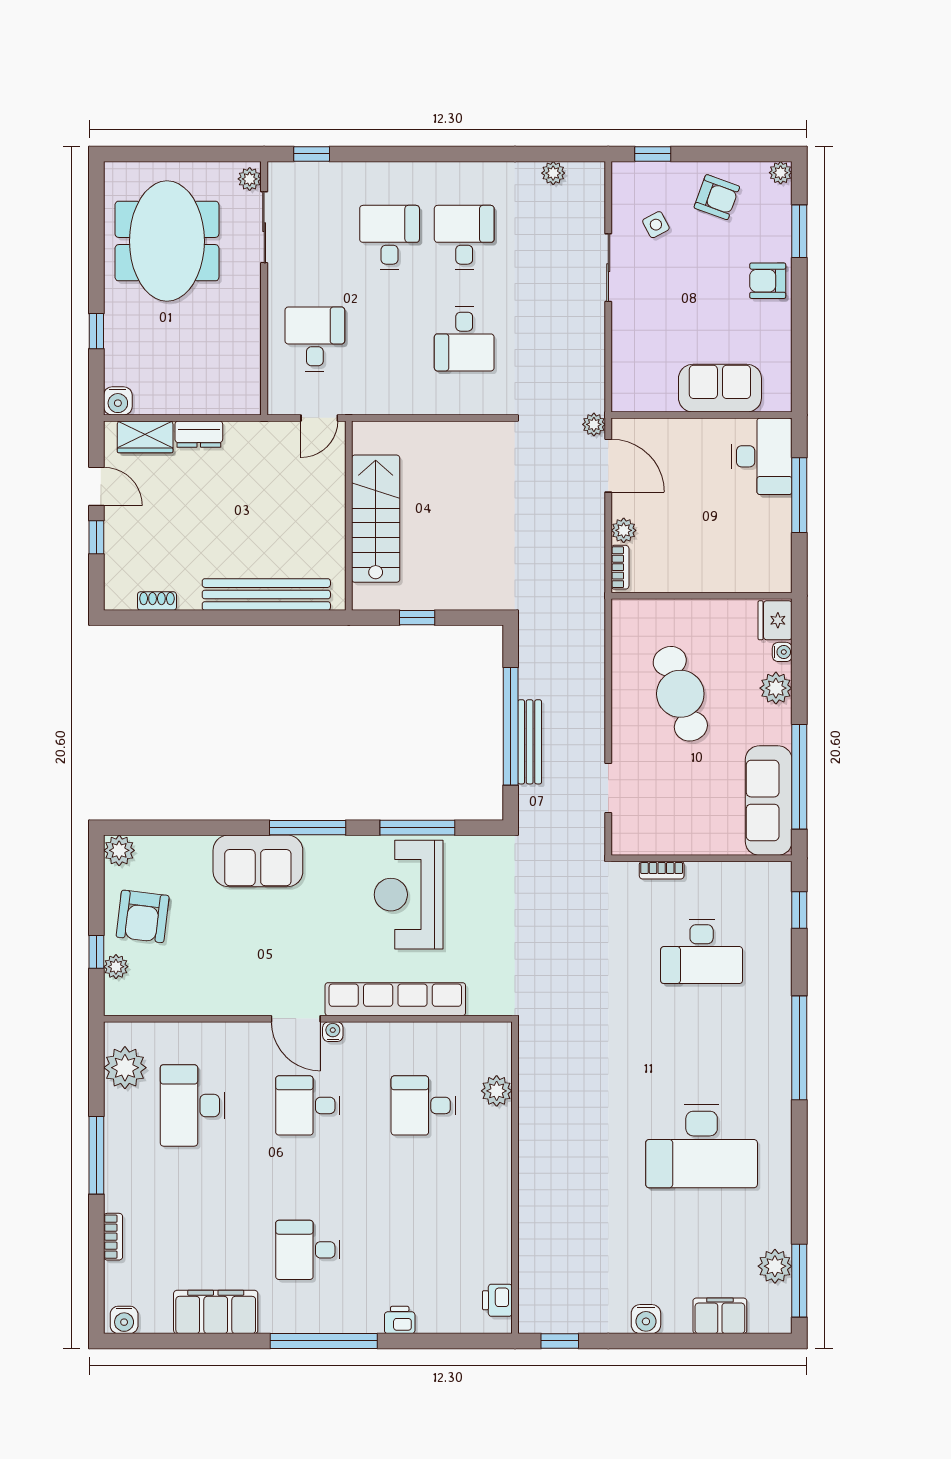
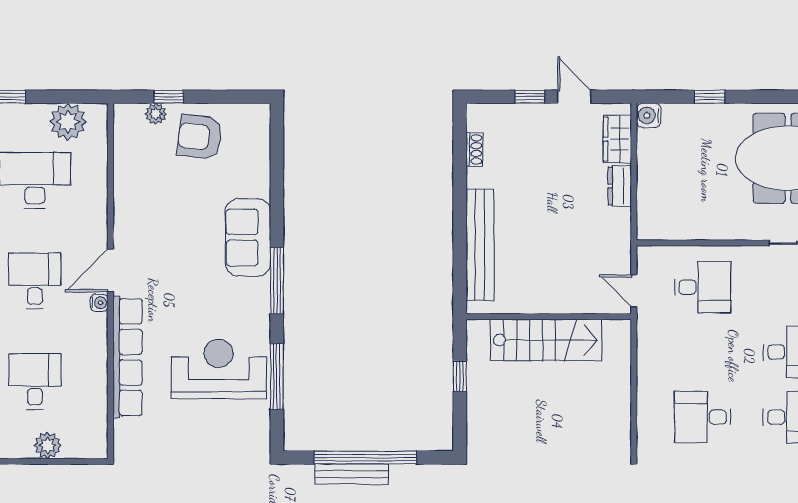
door: (96, 486) -> (574, 97), swing flipped
plant: (119, 850) -> (257, 117), removed

